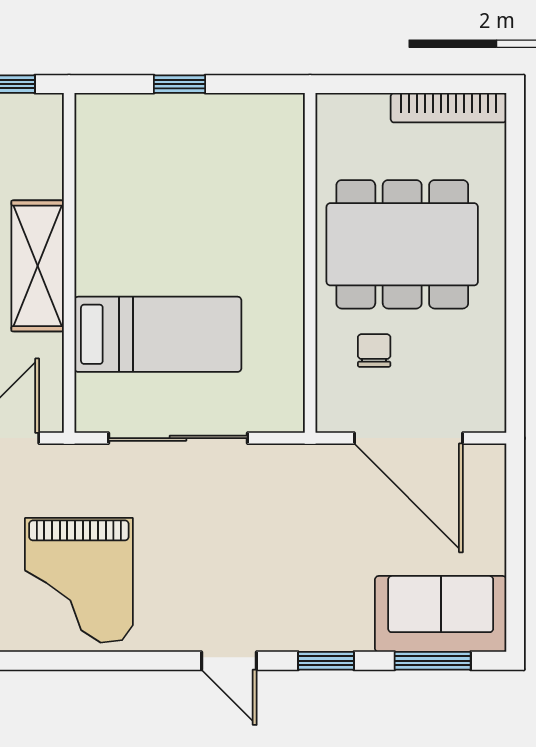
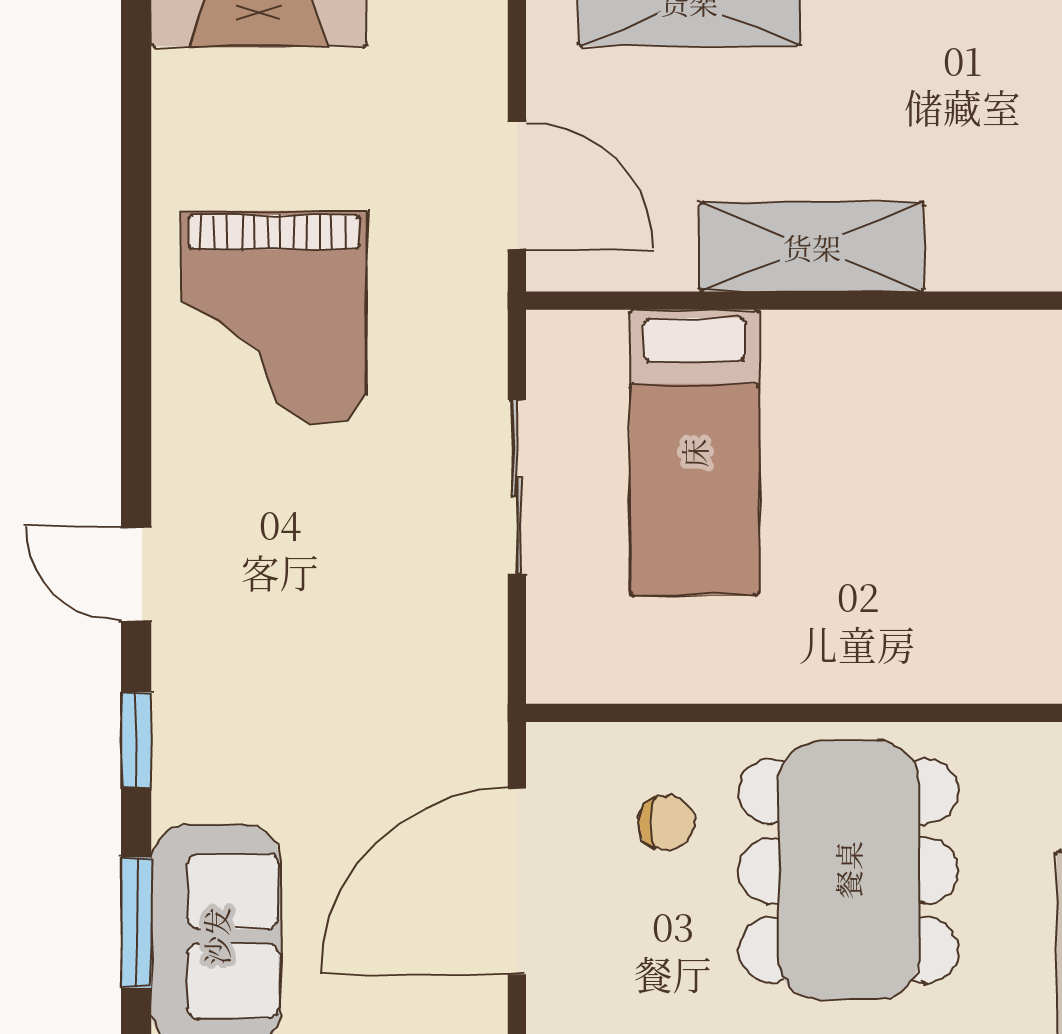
sliding door: (178, 438) -> (517, 487), width x0.73
grand piano: (79, 580) -> (274, 317), turned -90
door: (229, 661) -> (136, 574), hinge flipped

